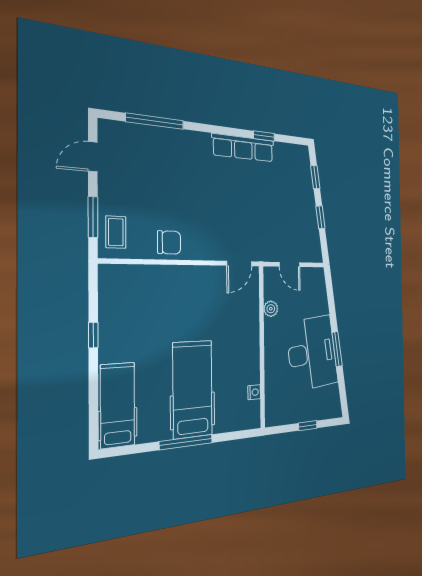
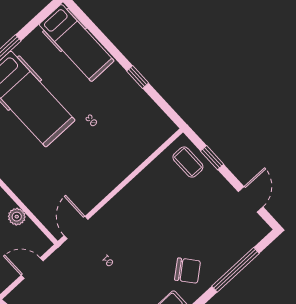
window: (93, 217) -> (212, 158), width x0.67
chair: (169, 242) -> (187, 271), moved, turned -129

